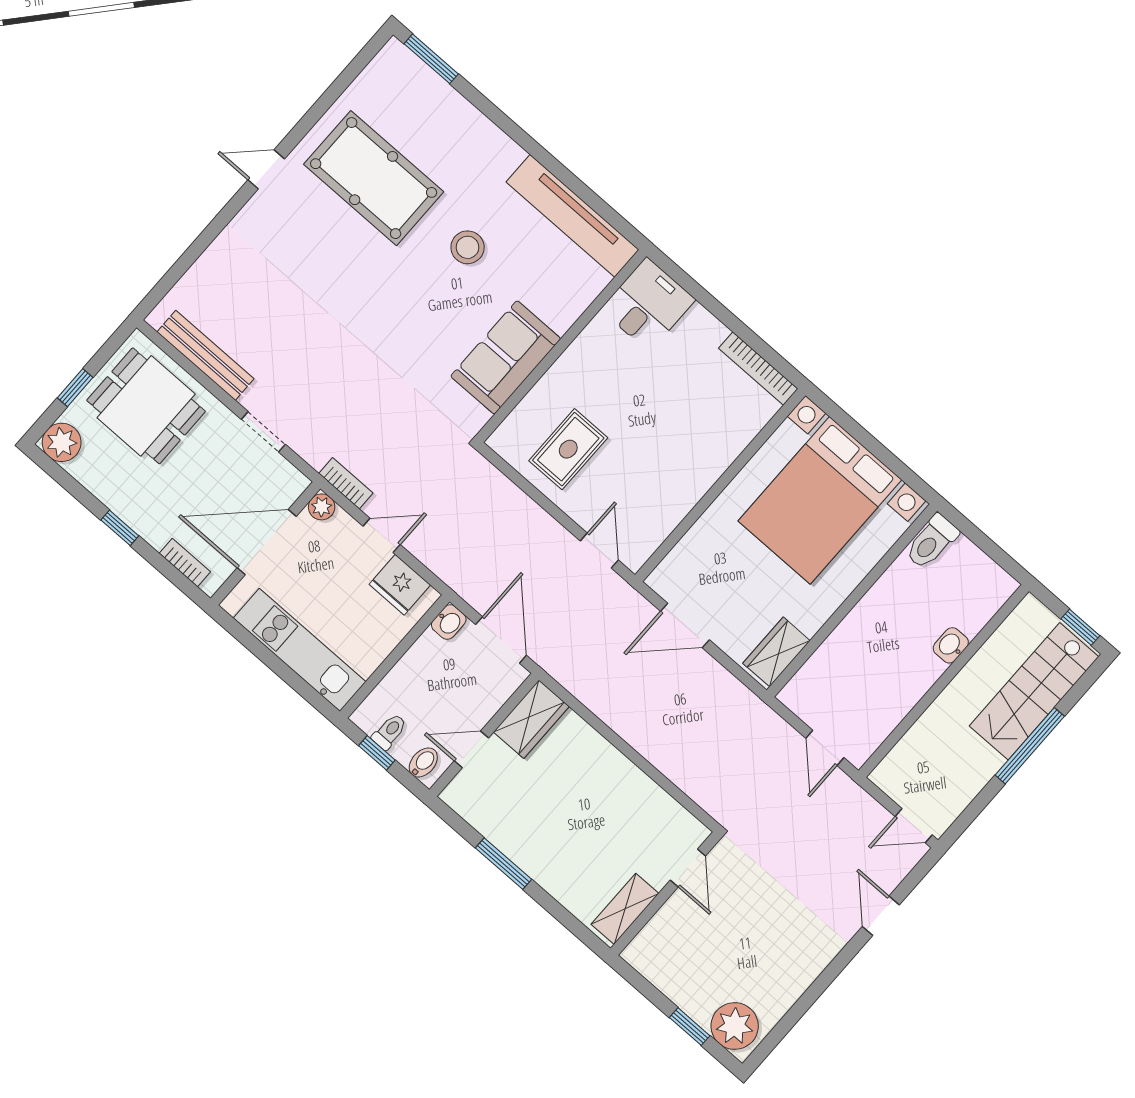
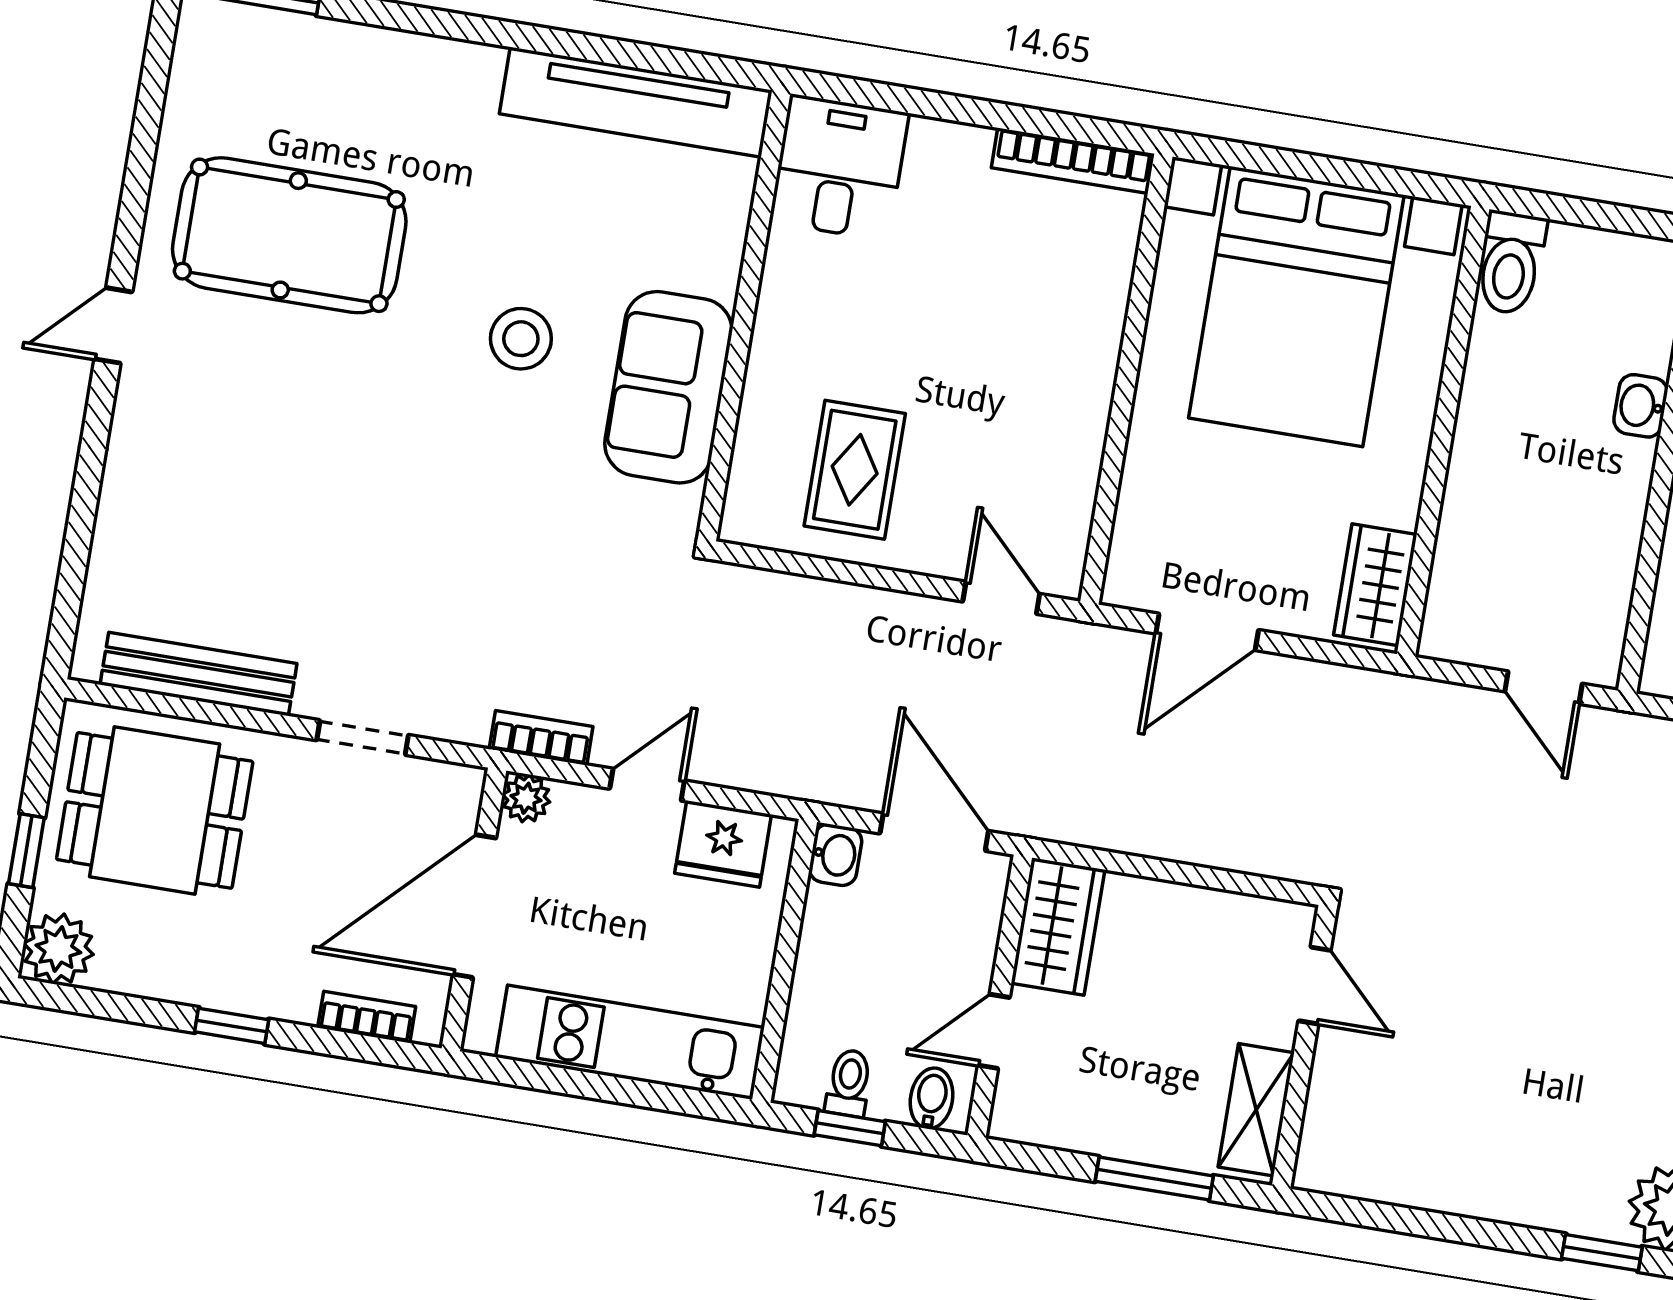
stool: (468, 247) -> (521, 339), moved
door: (688, 868) -> (1315, 985), moved
wall: (665, 894) -> (1304, 1047), moved
shelving: (625, 909) -> (1256, 1110), moved

